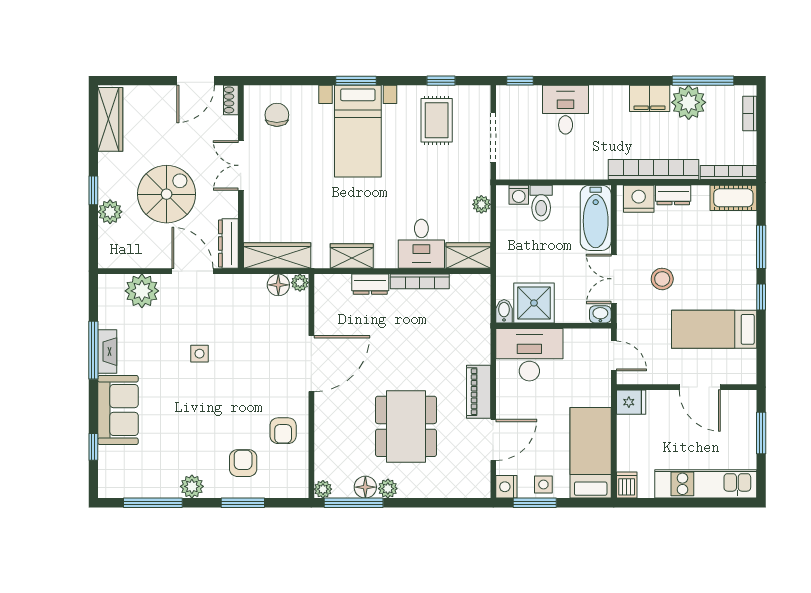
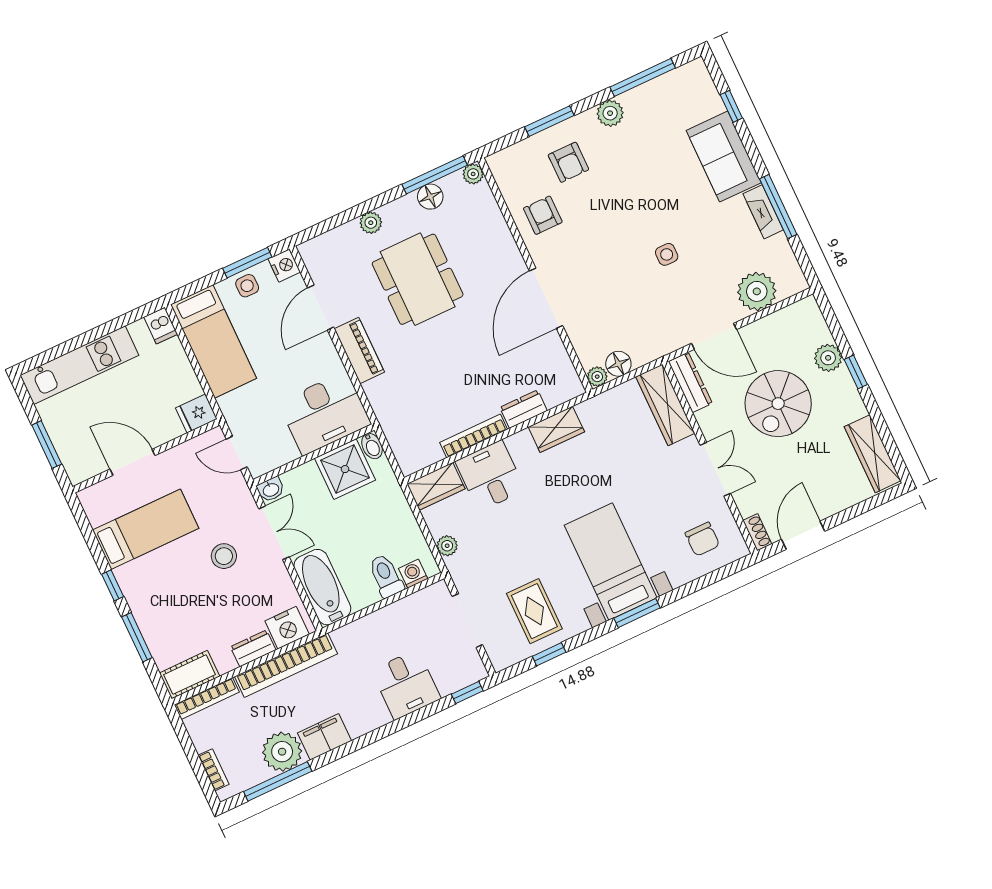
wardrobe: (277, 255) -> (665, 405), moved, turned 90
plant: (388, 489) -> (371, 223), moved

